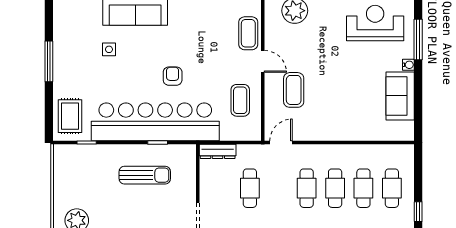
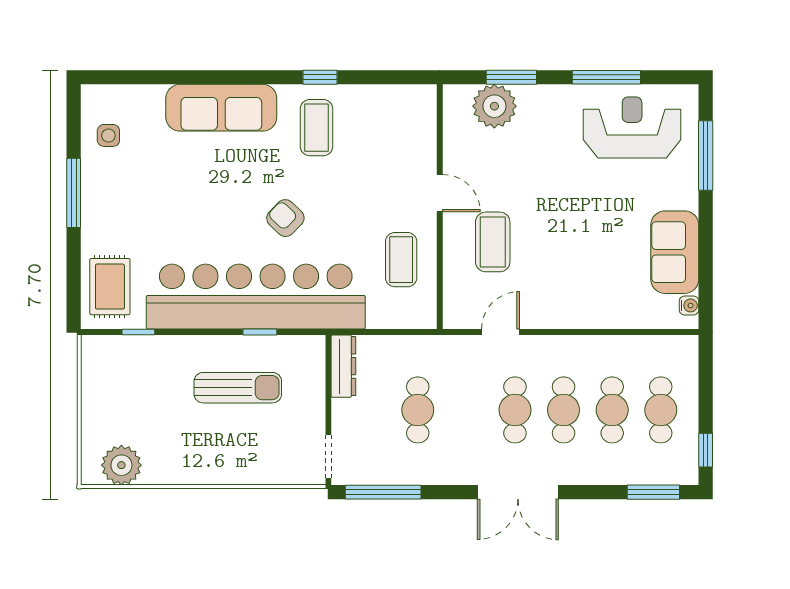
coffee table: (248, 33) -> (317, 128), moved
side table: (109, 49) -> (108, 135), moved
water cooler: (408, 65) -> (689, 305), moved
armchair: (173, 76) -> (285, 218), turned -46
door: (281, 143) -> (501, 332), moved
dresser: (218, 151) -> (343, 366), moved, turned -90

